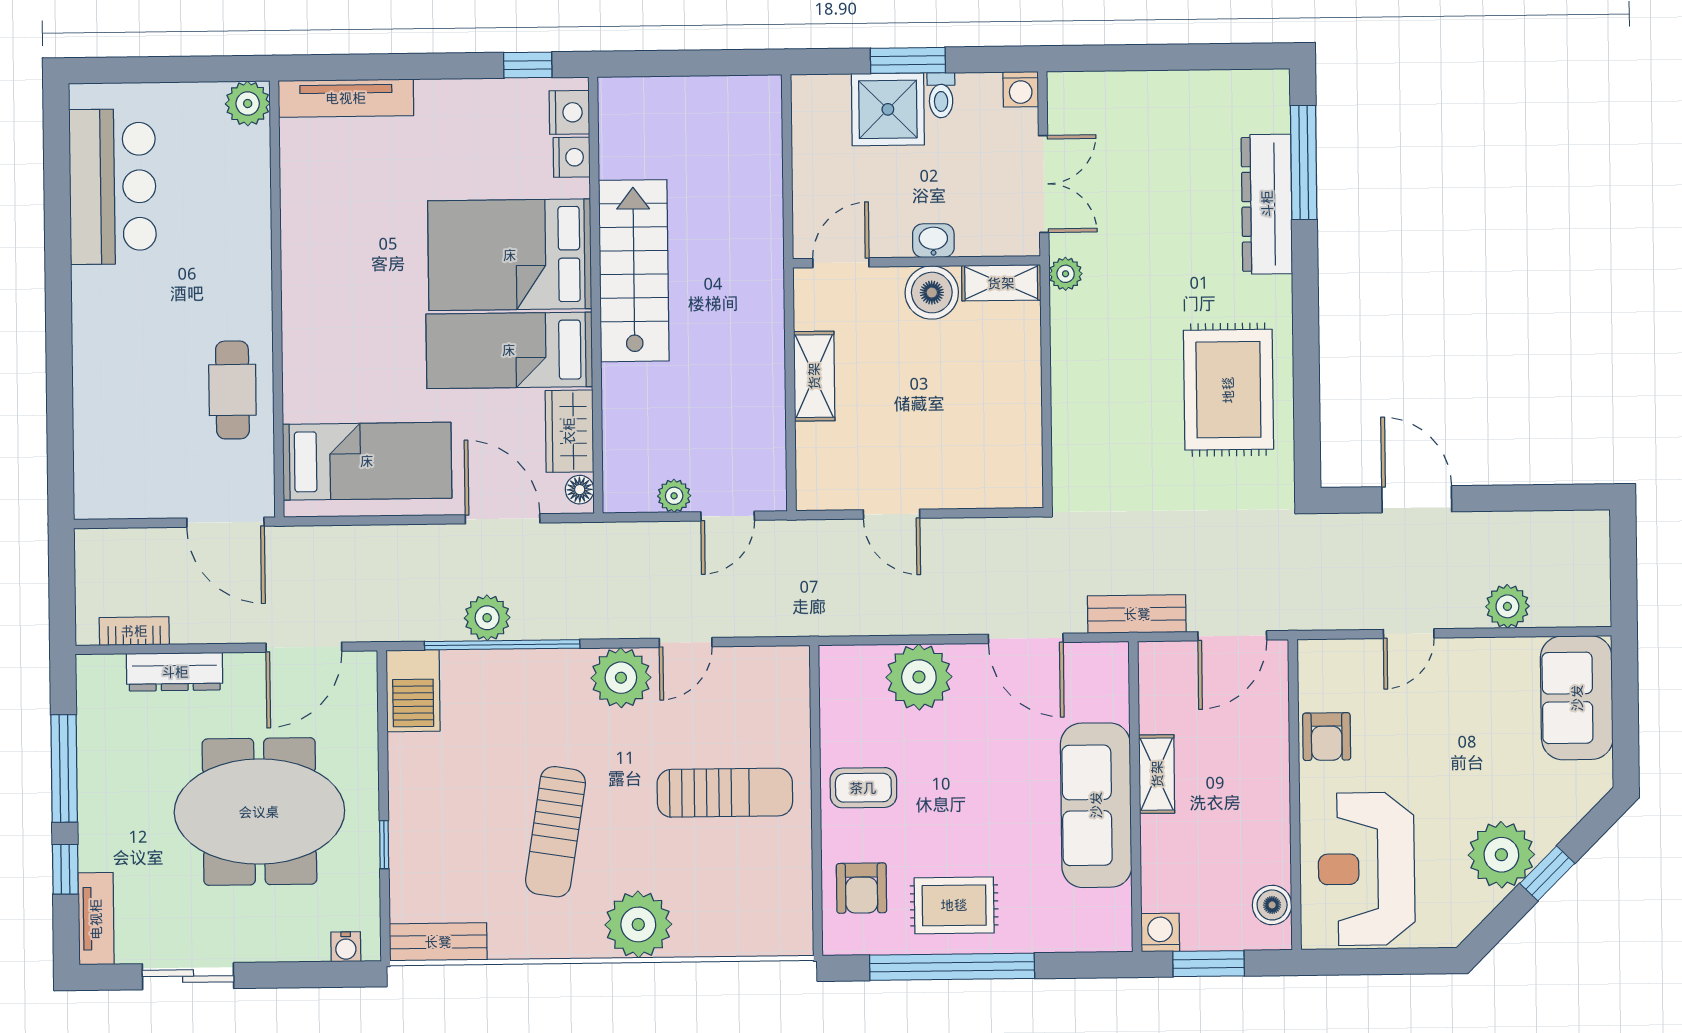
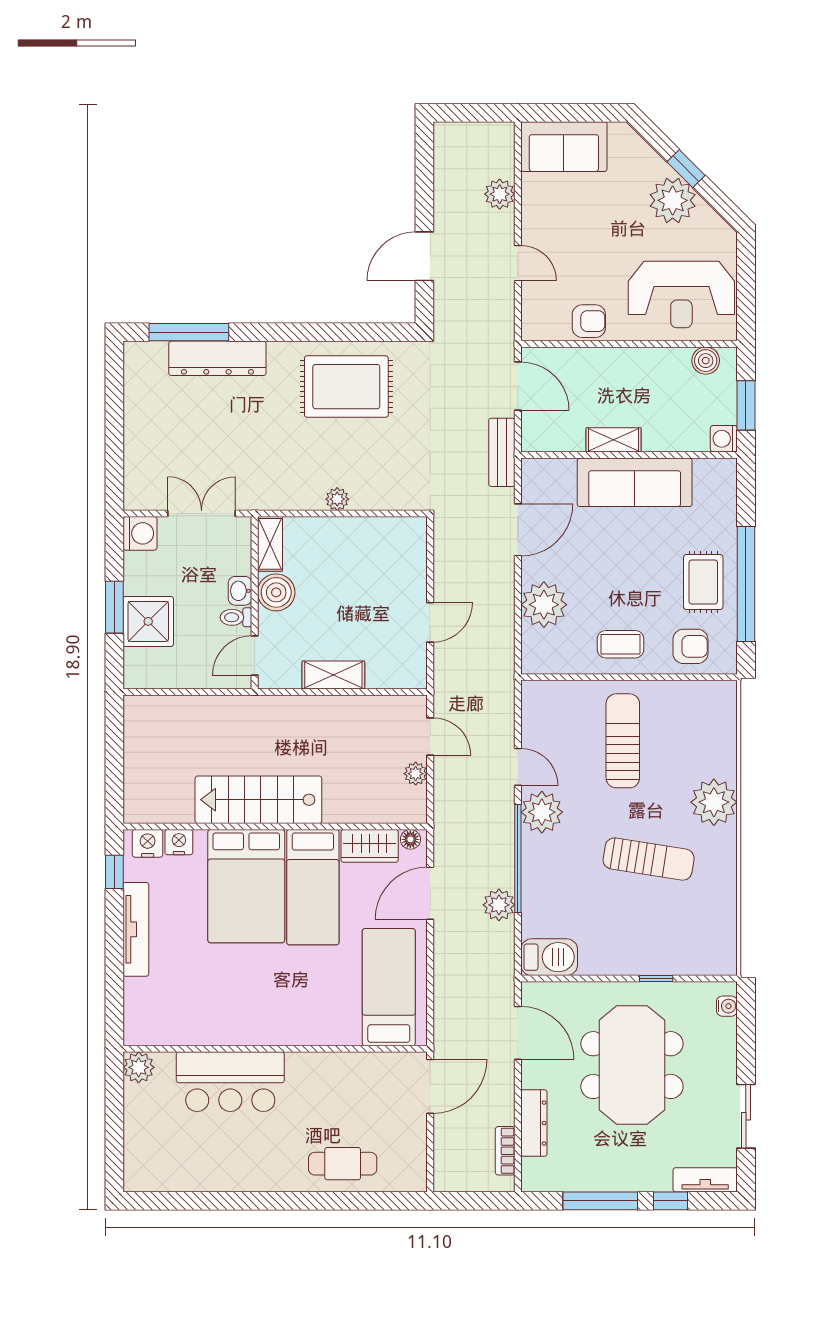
washing machine: (1021, 89) -> (140, 533), width x1.38, depth x1.38
toilet: (941, 95) -> (236, 617), moved, turned 180
tv unit: (346, 98) -> (136, 929), moved
bar counter: (113, 187) -> (230, 1082), moved, turned 180
door: (841, 263) -> (255, 655), hinge flipped
plant: (1066, 274) -> (337, 499), moved
cafe table: (232, 390) -> (343, 1164), moved
window: (502, 645) -> (518, 859), moved
coffee table: (863, 788) -> (621, 644), turned 90
bench: (438, 942) -> (724, 942), removed

